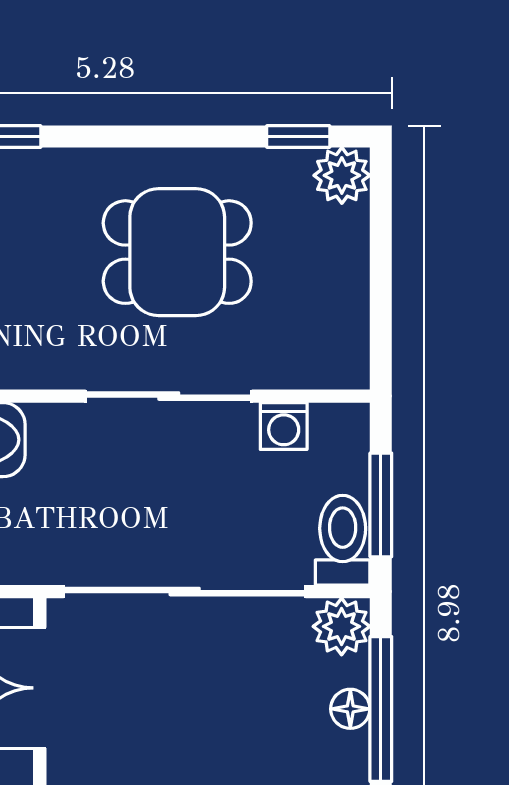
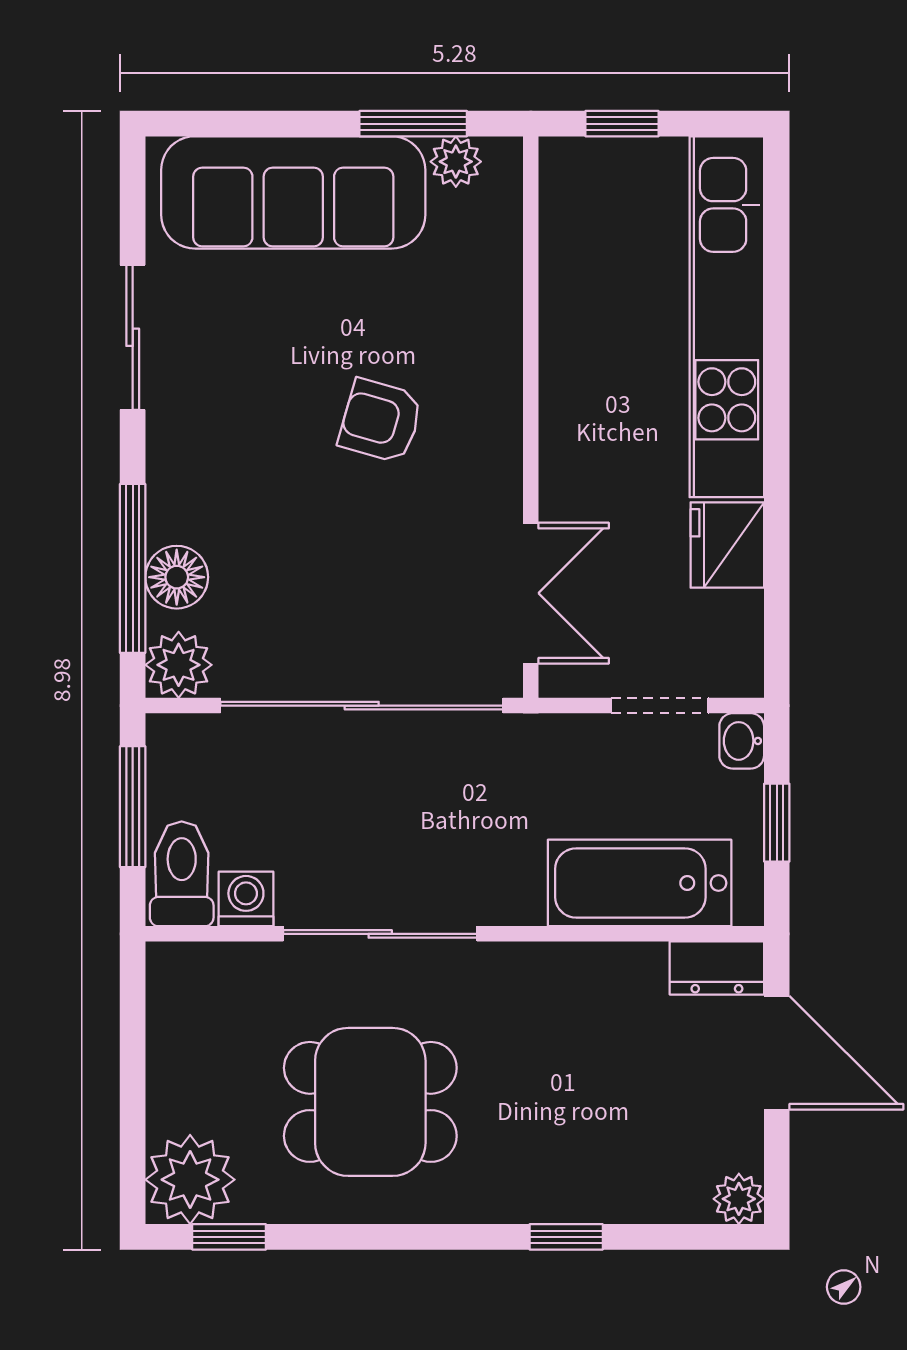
plant: (342, 175) -> (190, 1180), width x1.36, depth x1.36
toilet: (343, 540) -> (182, 874), moved, turned 180
floor lamp: (350, 709) -> (177, 577), width x1.37, depth x1.37

